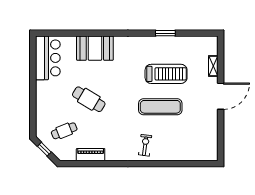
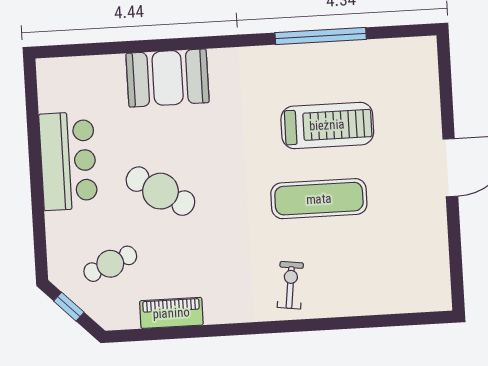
window: (165, 33) -> (321, 36), width x2.11
bar counter: (48, 58) -> (68, 161), moved
shelving: (213, 66) -> (430, 102), removed

